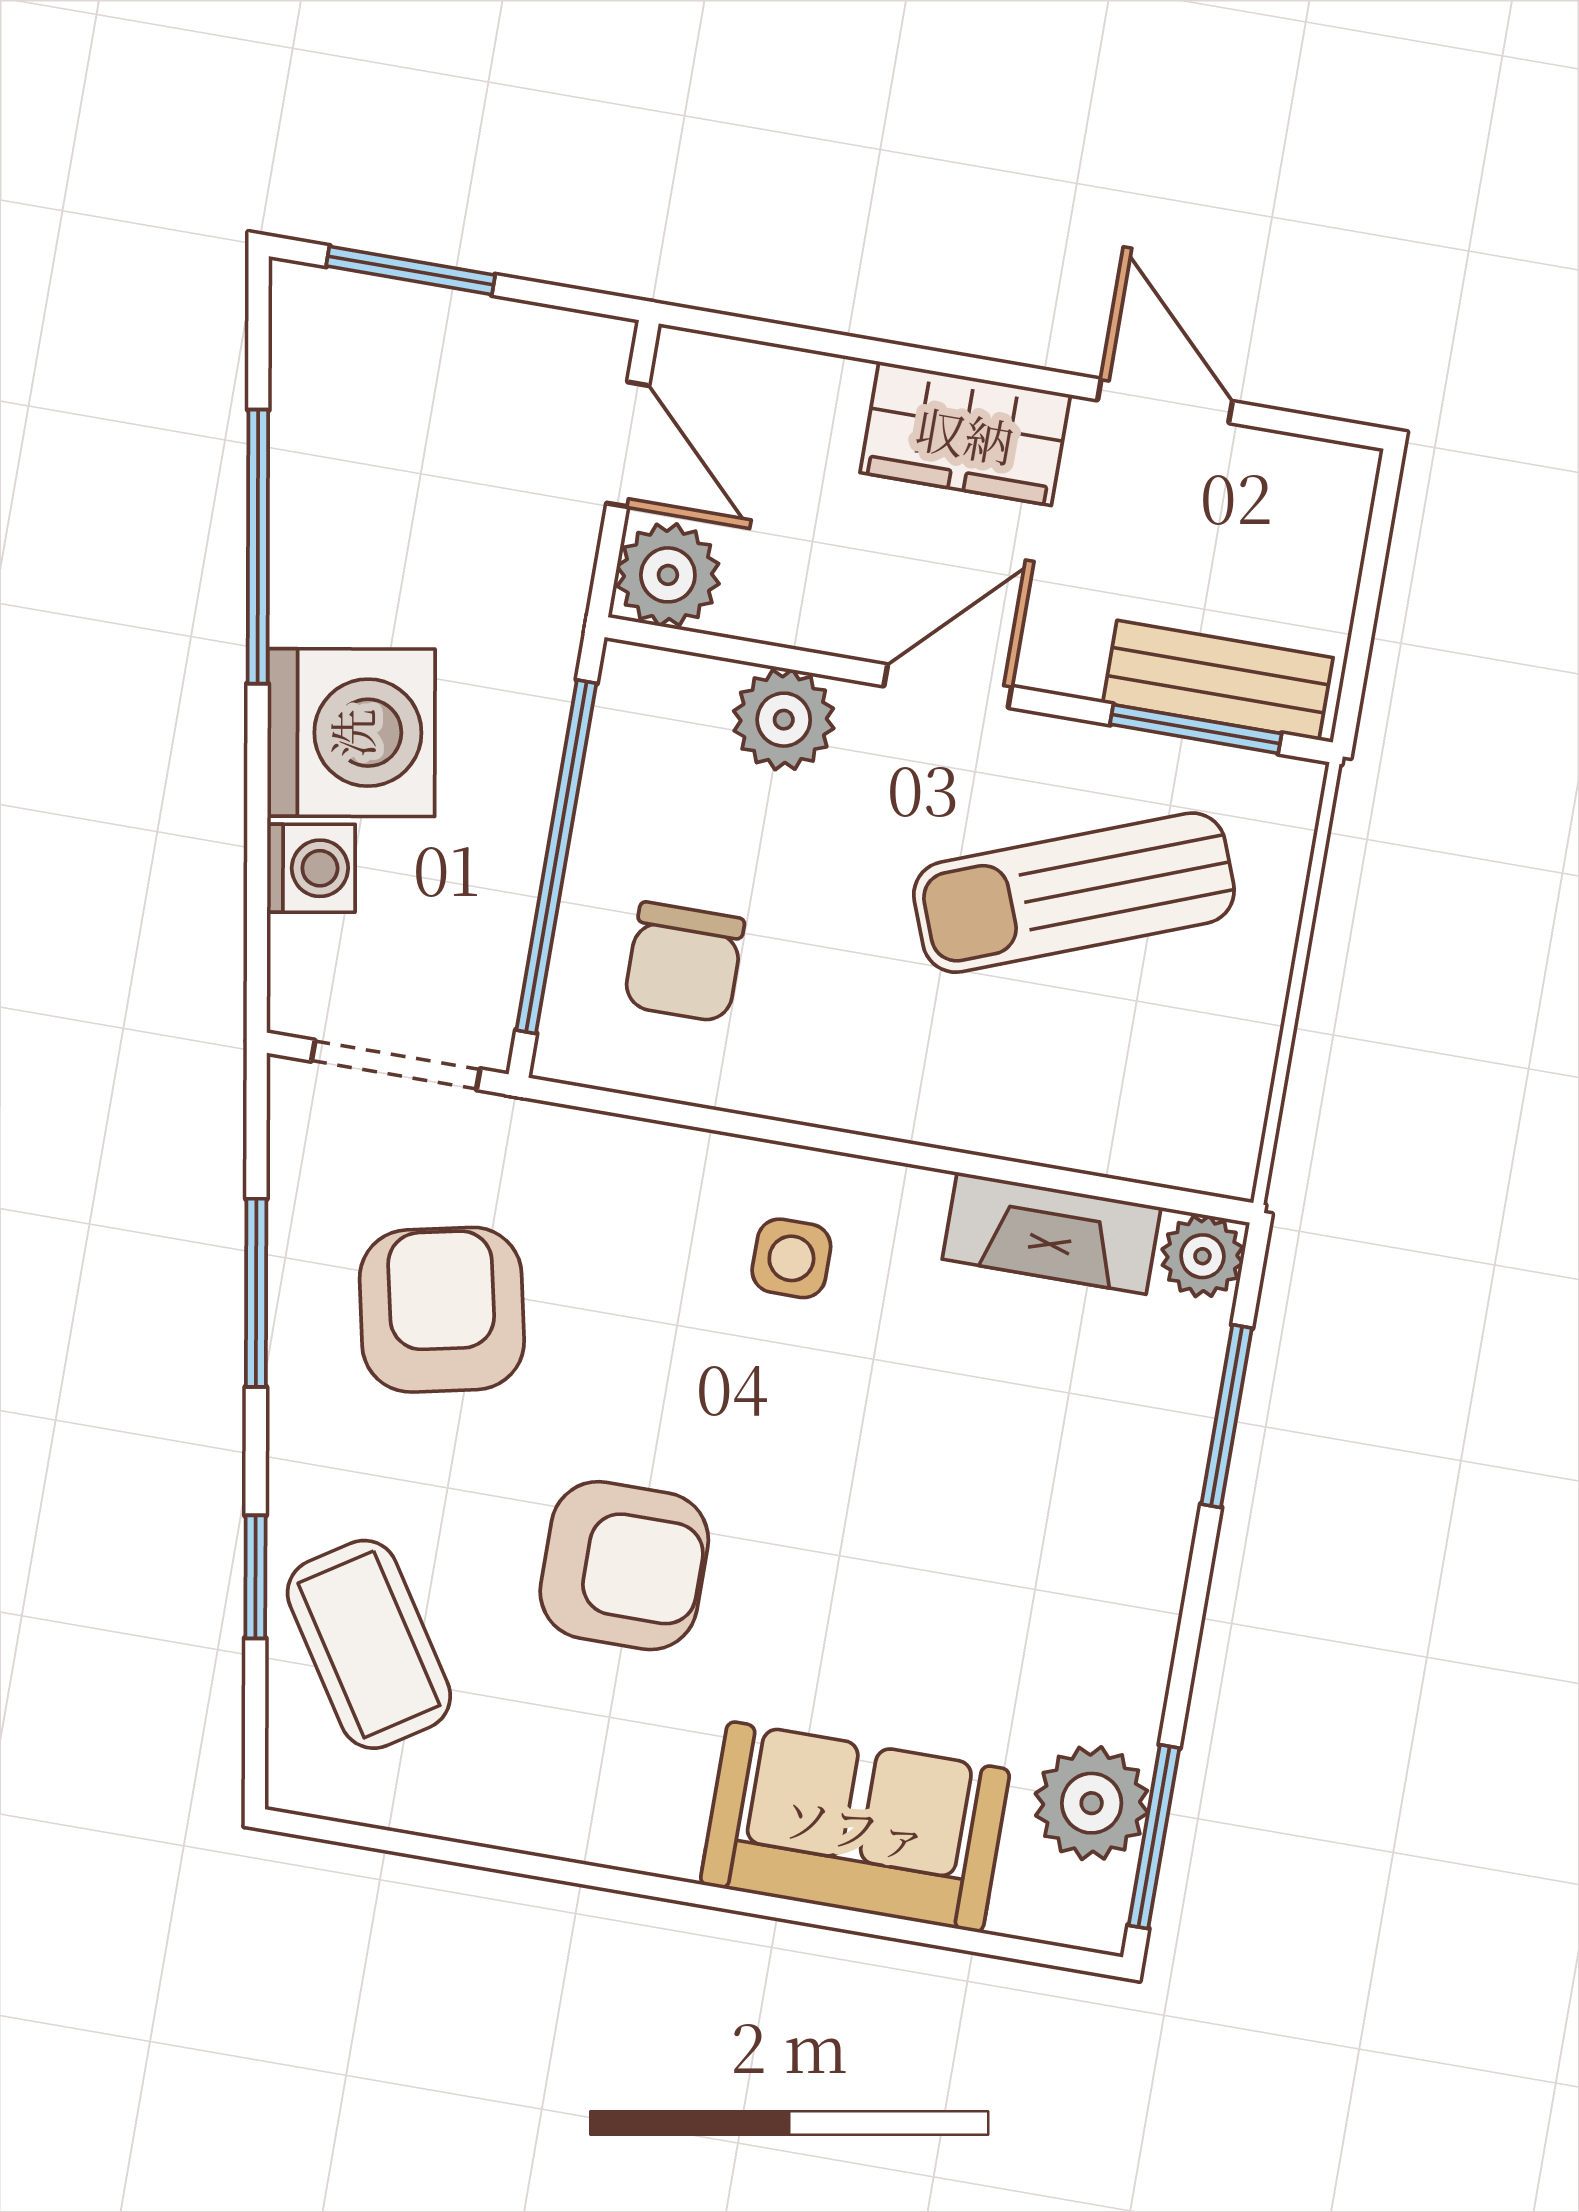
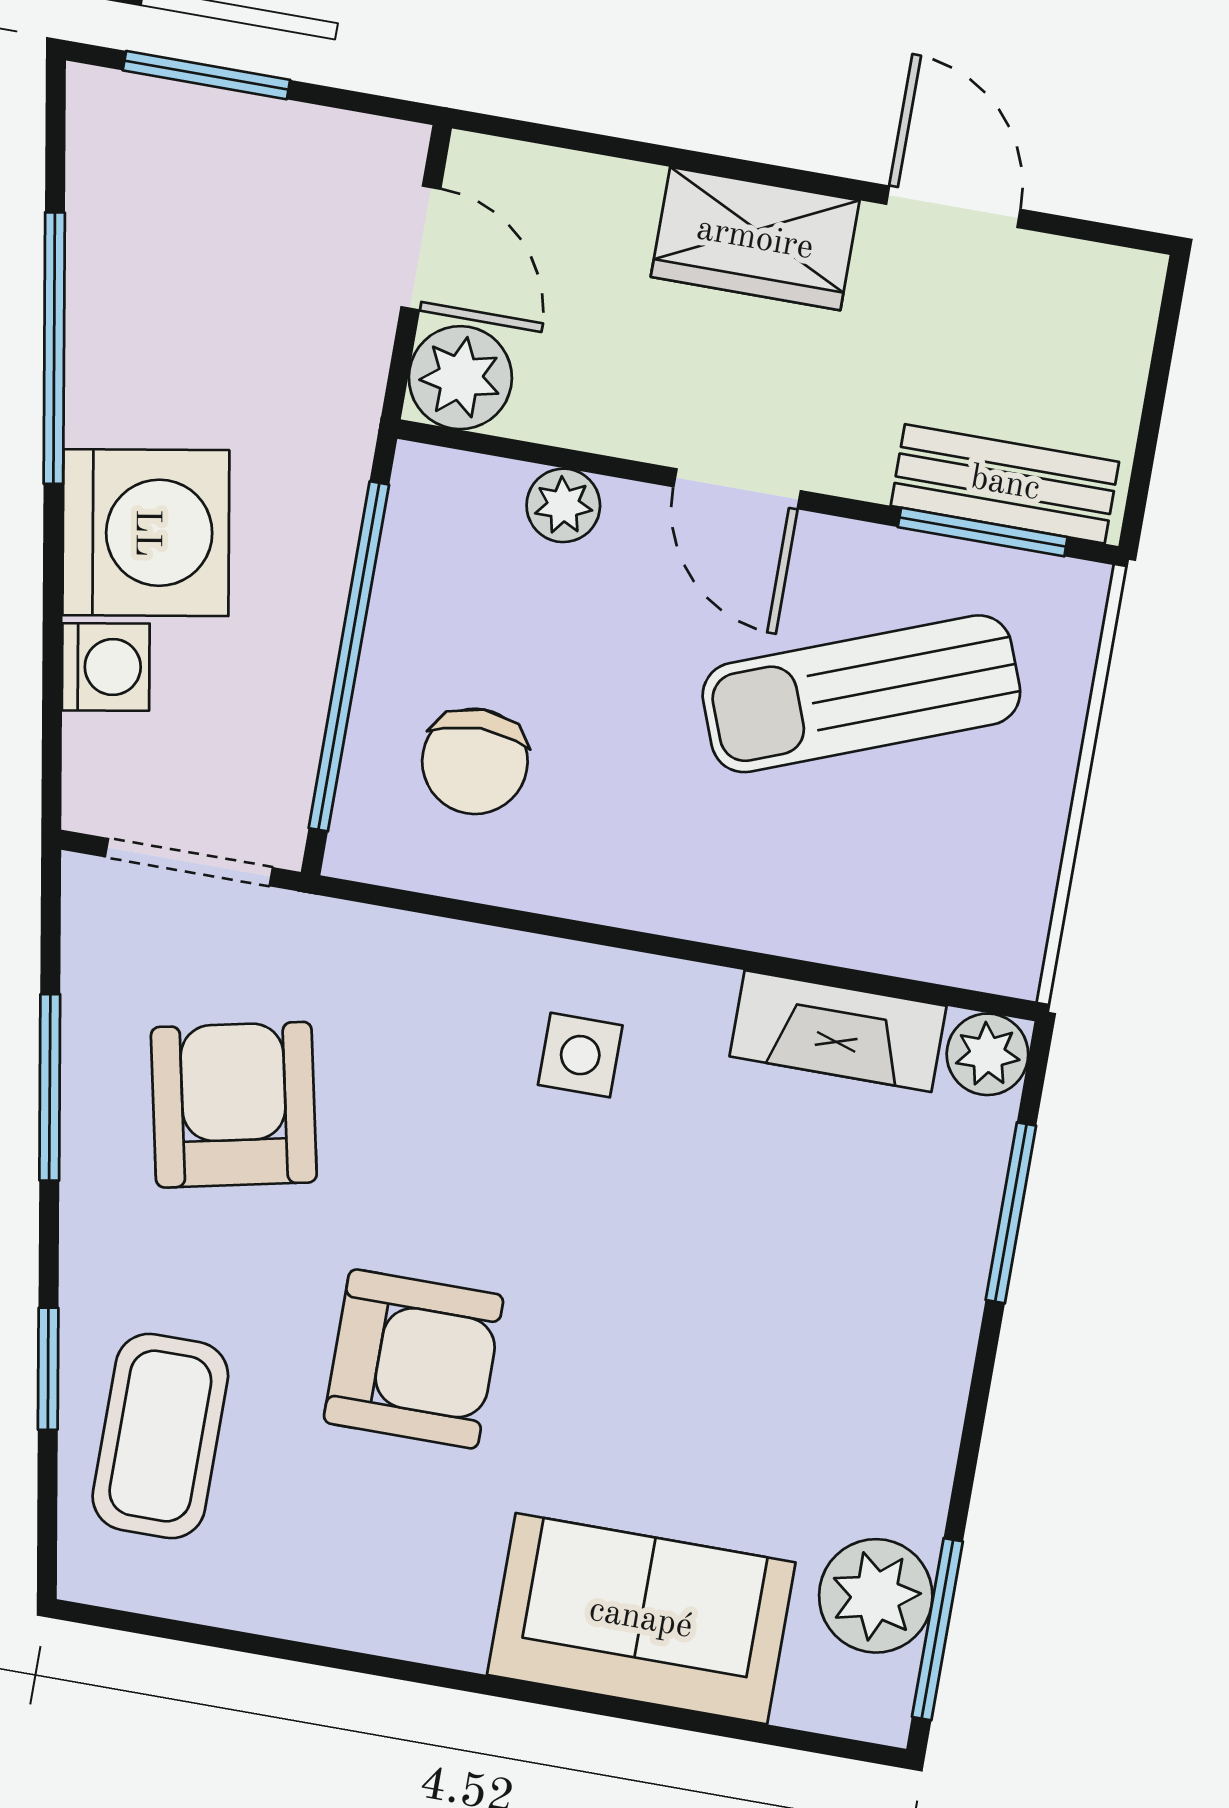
door: (948, 686) -> (737, 489), swing flipped
plant: (784, 720) -> (563, 505), width x0.73, depth x0.73
coffee table: (369, 1644) -> (160, 1436), turned 33

